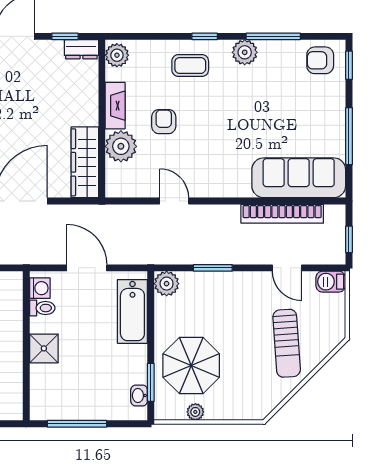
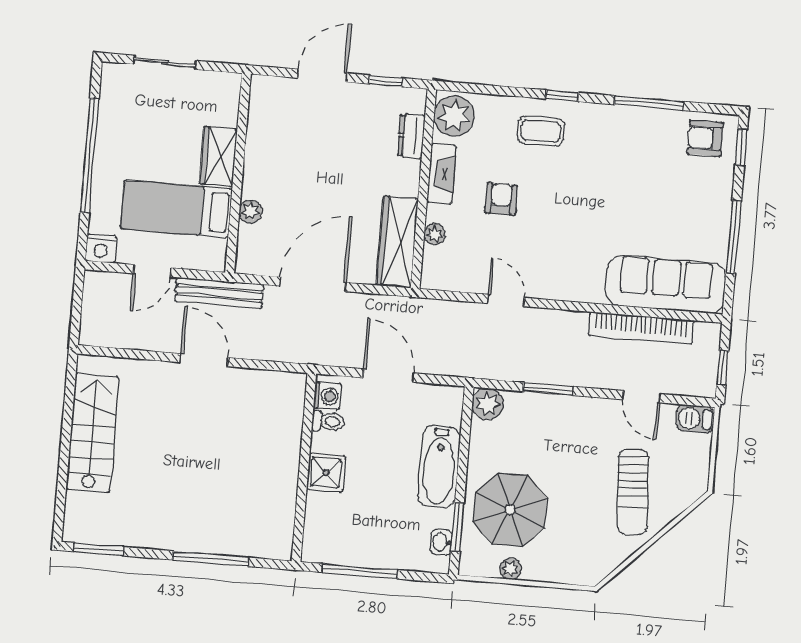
dresser: (81, 49) -> (411, 136), moved, turned 90
plant: (245, 52) -> (611, 120), removed
plant: (117, 55) -> (454, 116), width x1.36, depth x1.36
plant: (121, 146) -> (435, 234), width x0.53, depth x0.53
bathtub: (132, 311) -> (439, 467), moved

